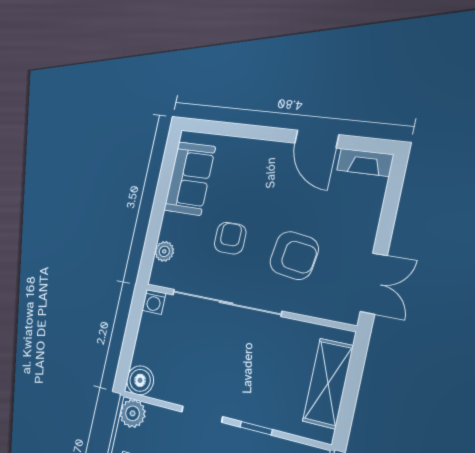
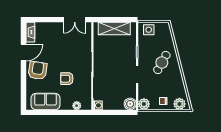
armchair: (294, 256) -> (38, 71), moved
double door: (374, 284) -> (75, 20), swing flipped

